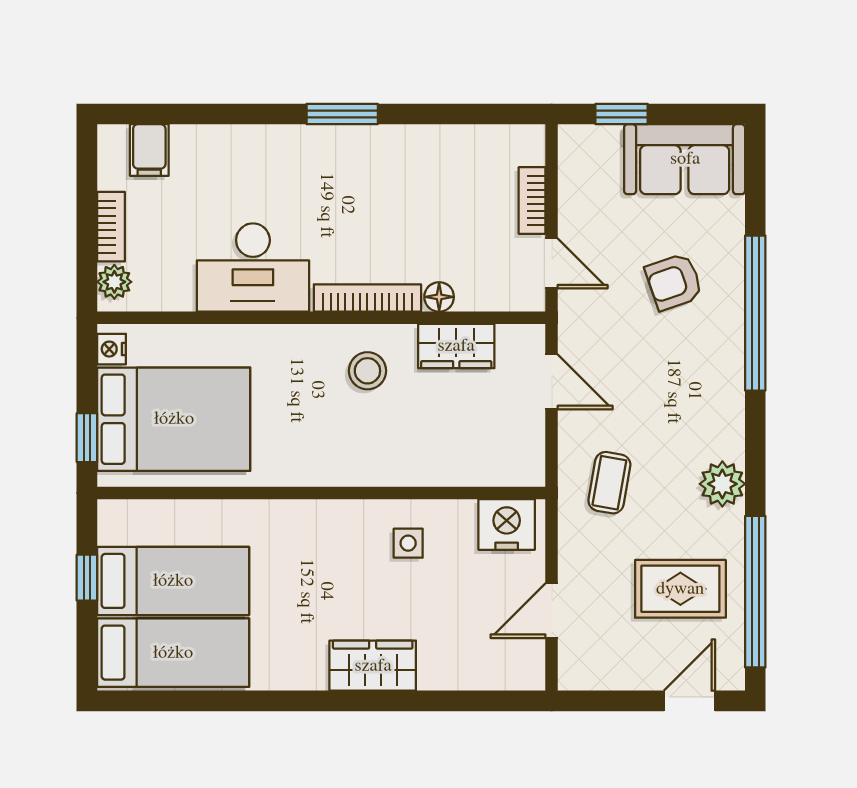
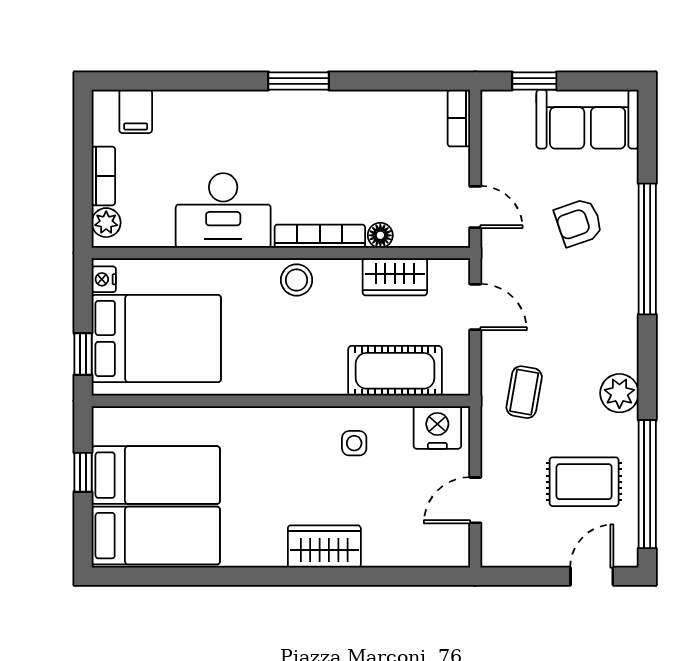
bookcase: (532, 201) -> (459, 118), moved
stool: (367, 371) -> (297, 280), moved
cot: (456, 457) -> (395, 371), added

